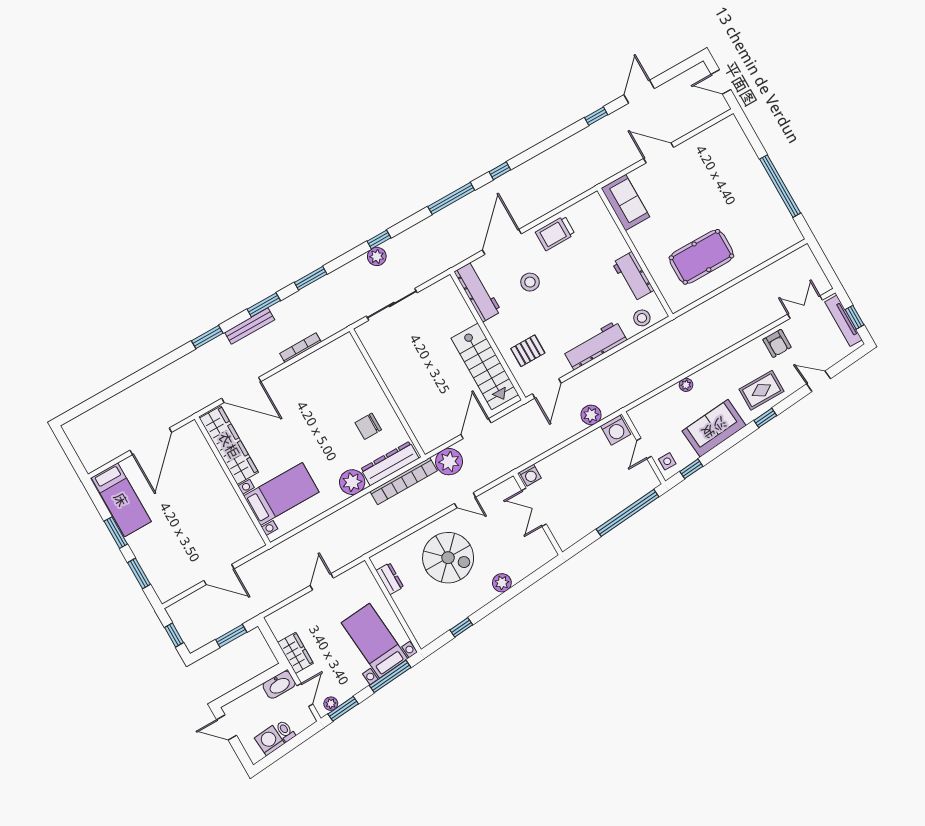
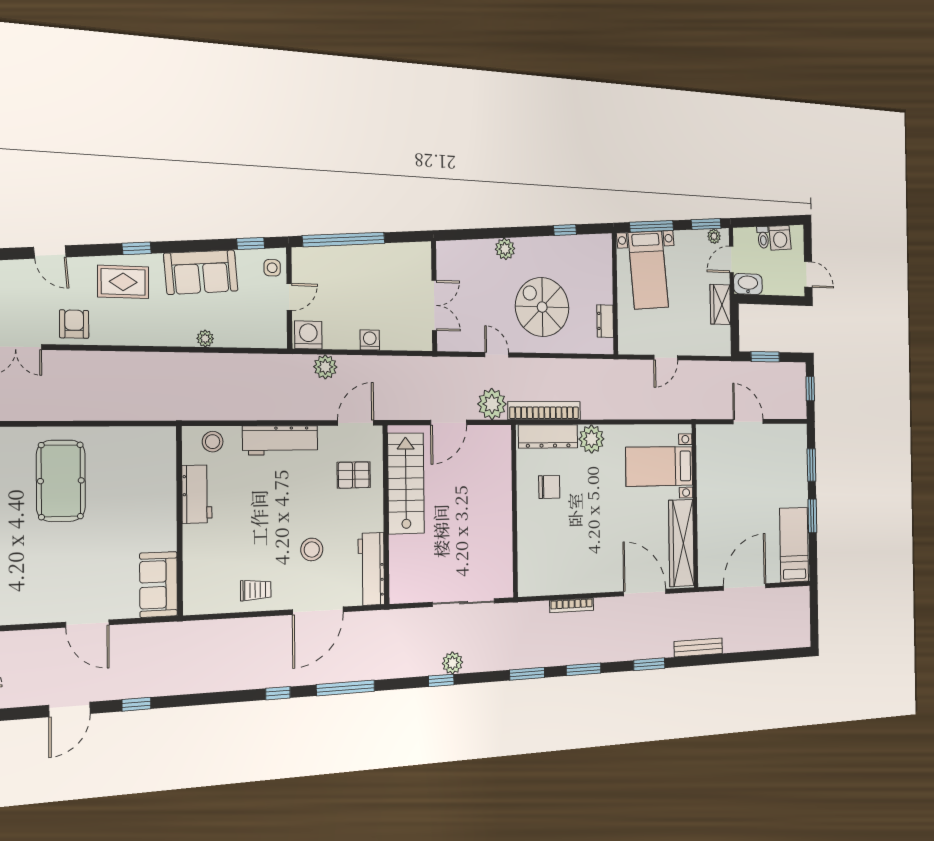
trolley: (555, 233) -> (256, 590), width x0.73, depth x0.72
pool table: (701, 257) -> (61, 481), moved, turned 90
bench: (250, 326) -> (698, 648), moved
washing machine: (530, 475) -> (370, 340), moved

